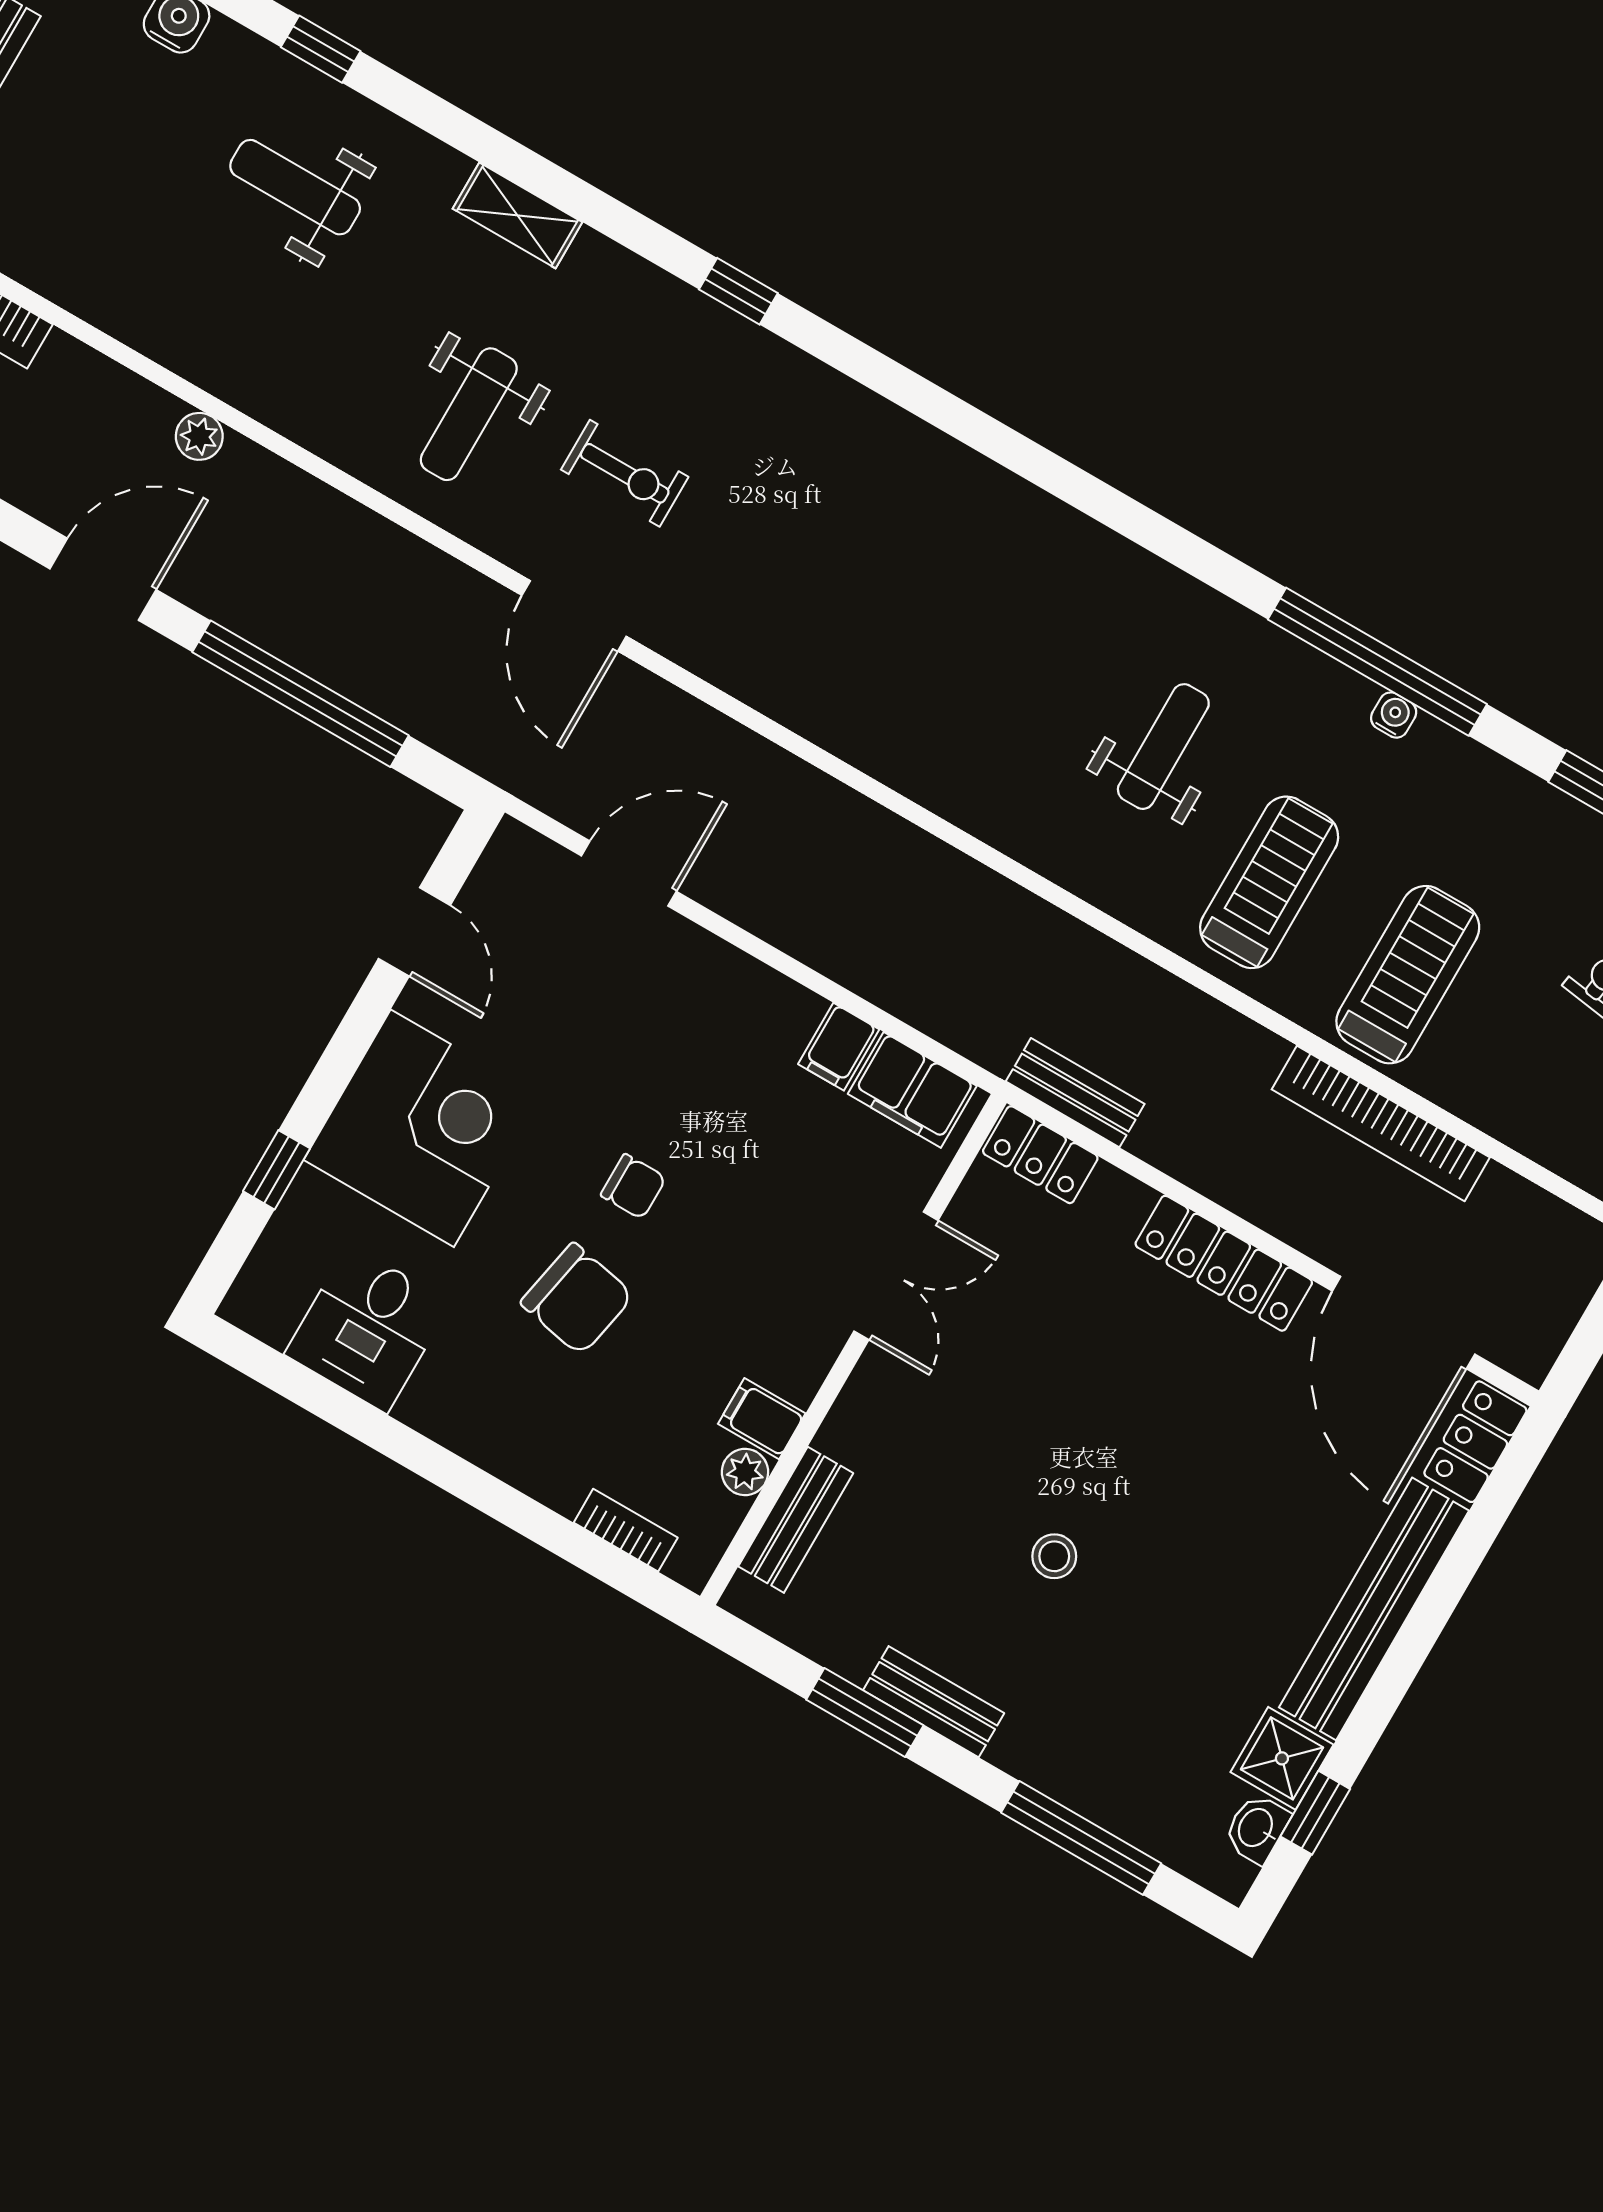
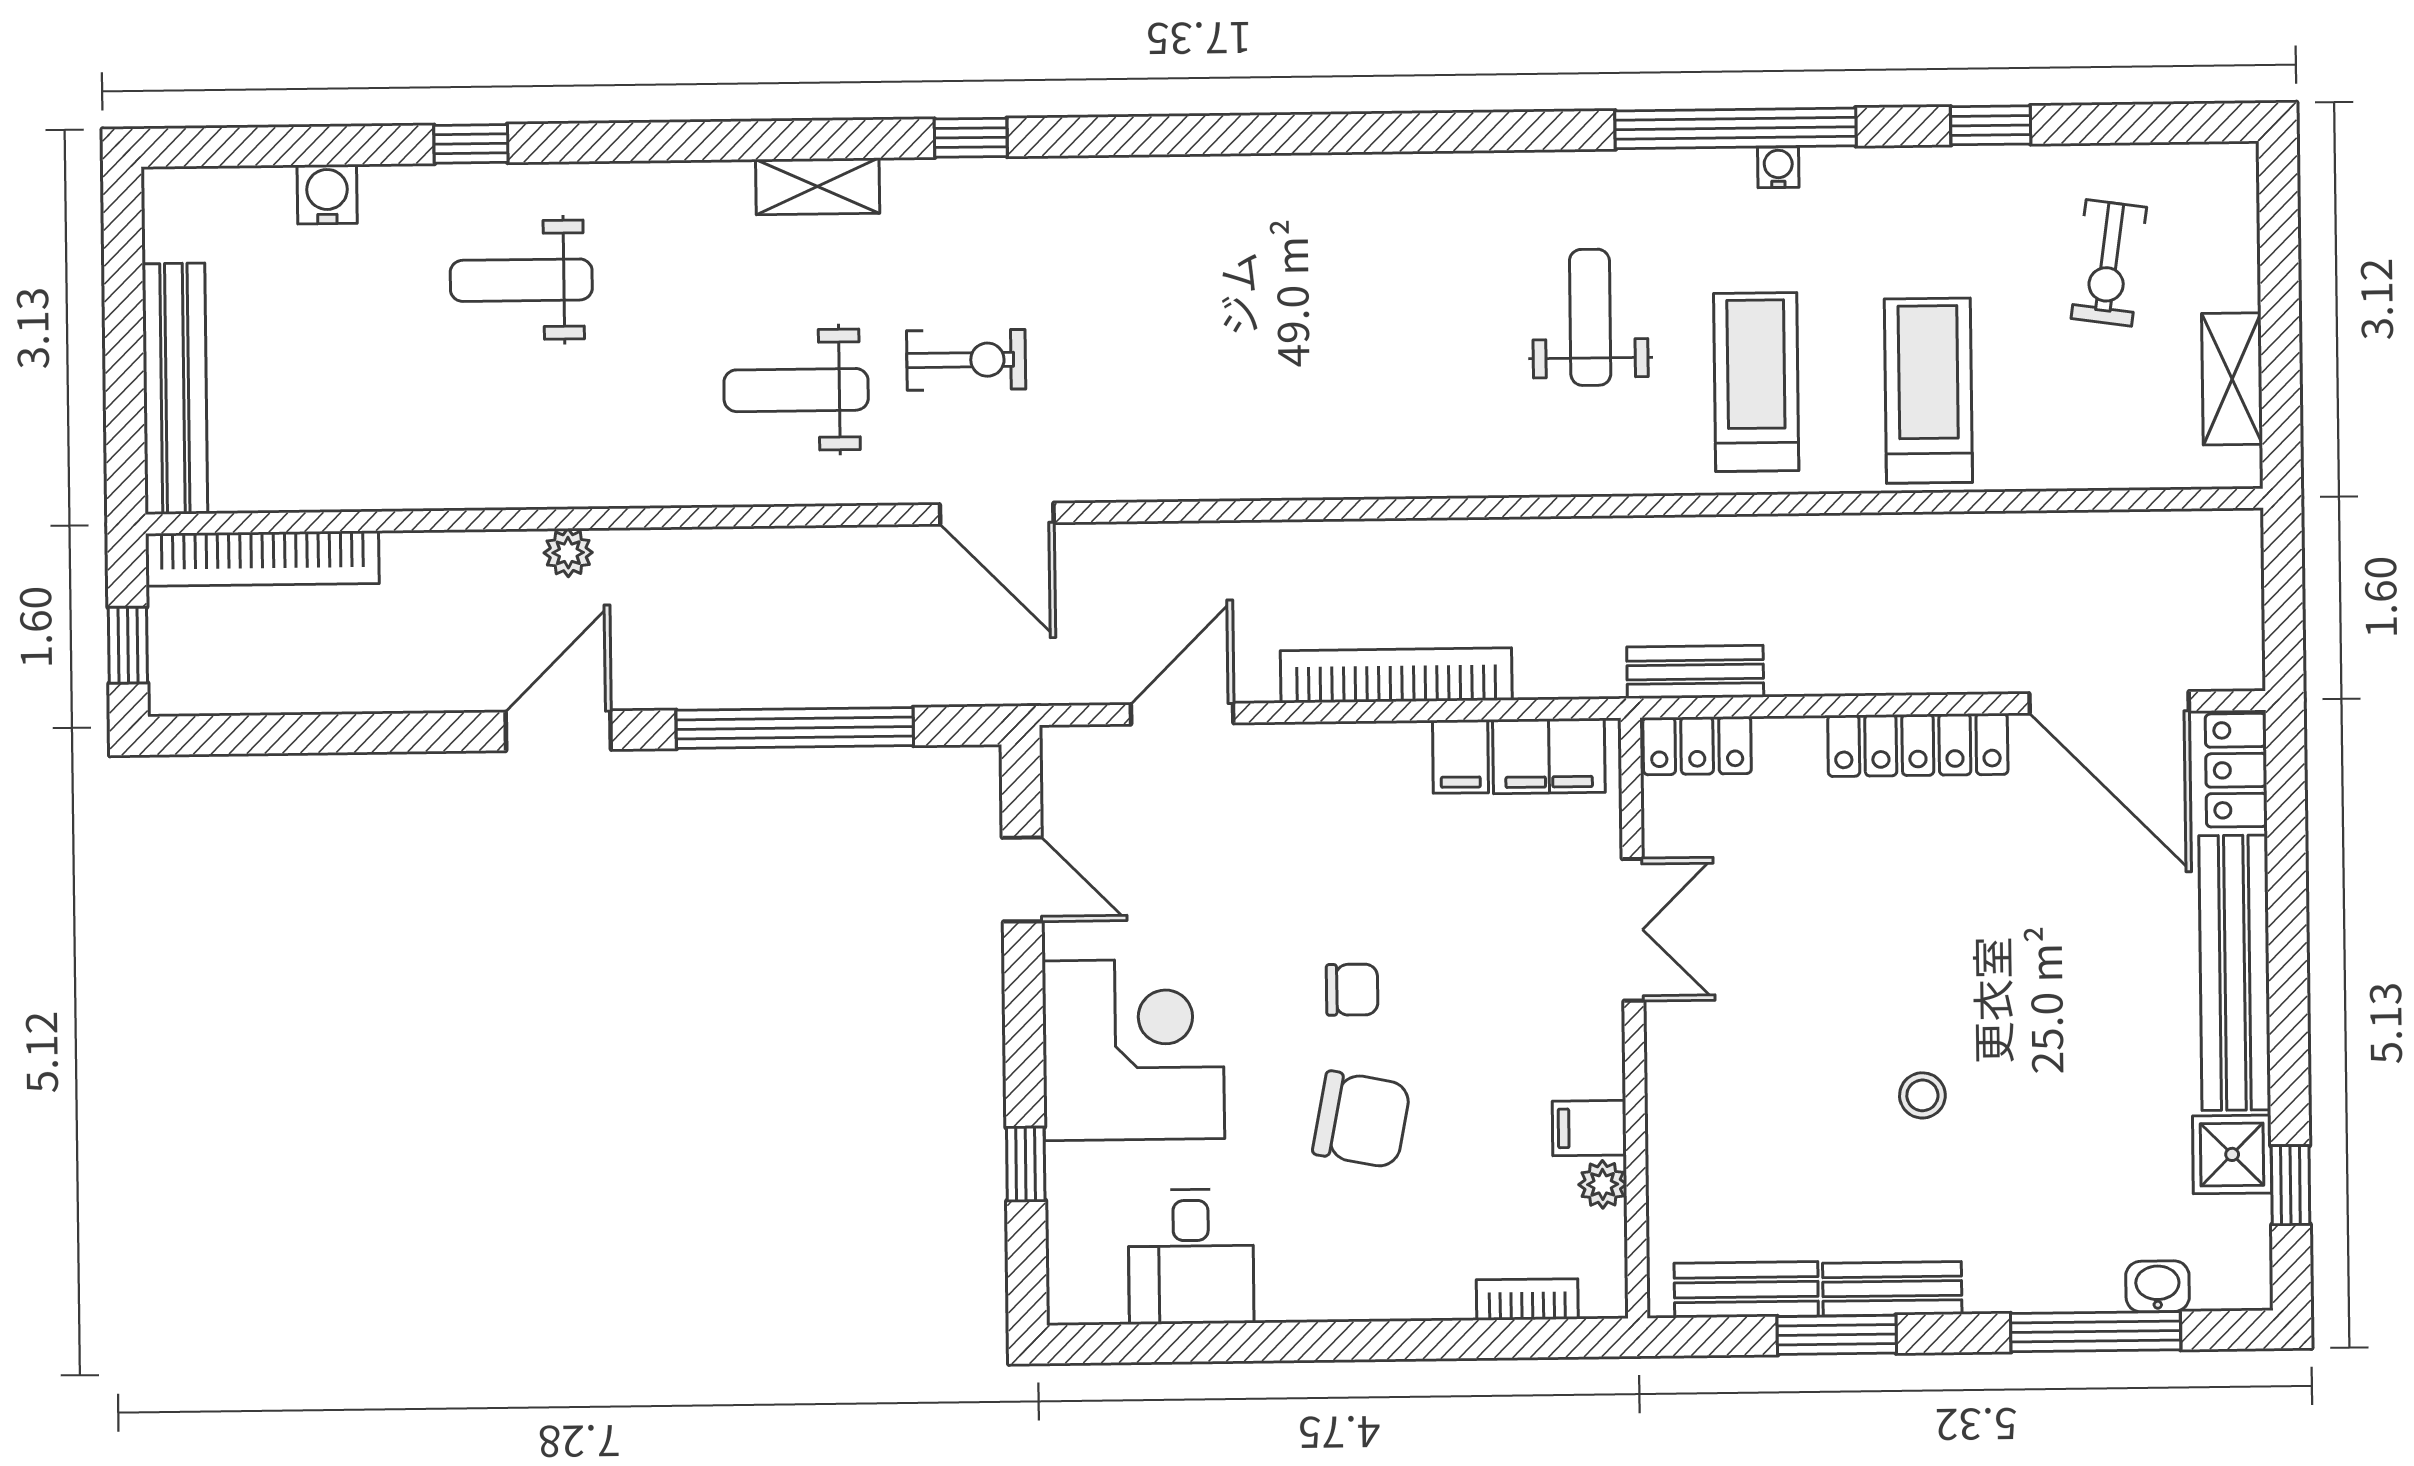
shelving: (518, 215) -> (818, 186), moved
weight bench: (469, 414) -> (796, 390), turned 90
bookcase: (1381, 1123) -> (1396, 675), moved, turned 180
bench: (796, 1520) -> (1746, 1290), moved, turned 90
washbasin: (1257, 1828) -> (2158, 1286), moved, turned 90

